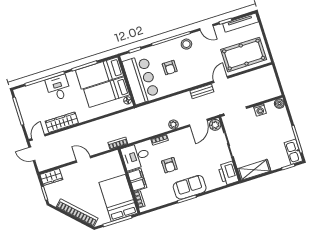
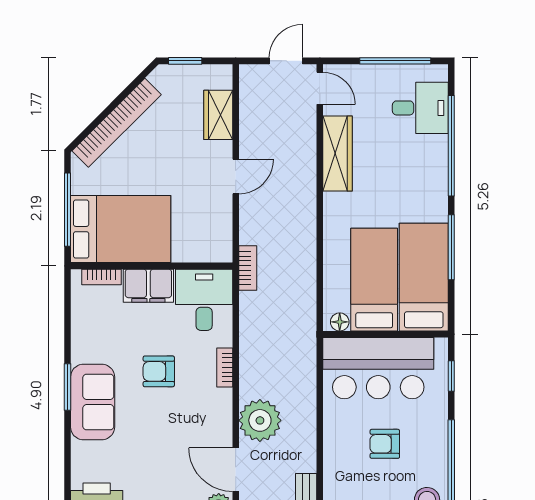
desk: (58, 88) -> (420, 108), moved
plant: (173, 124) -> (260, 420), width x1.88, depth x1.88
wardrobe: (51, 177) -> (218, 115), moved

